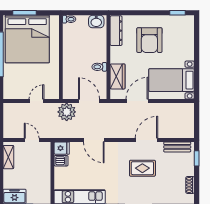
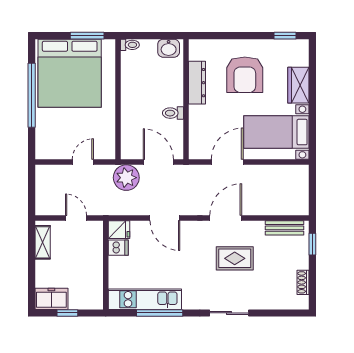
window: (24, 13) -> (87, 36), moved
dresser: (116, 31) -> (197, 83), moved
wardrobe: (118, 76) -> (298, 85), moved, turned 180
door: (147, 140) -> (226, 218), moved

